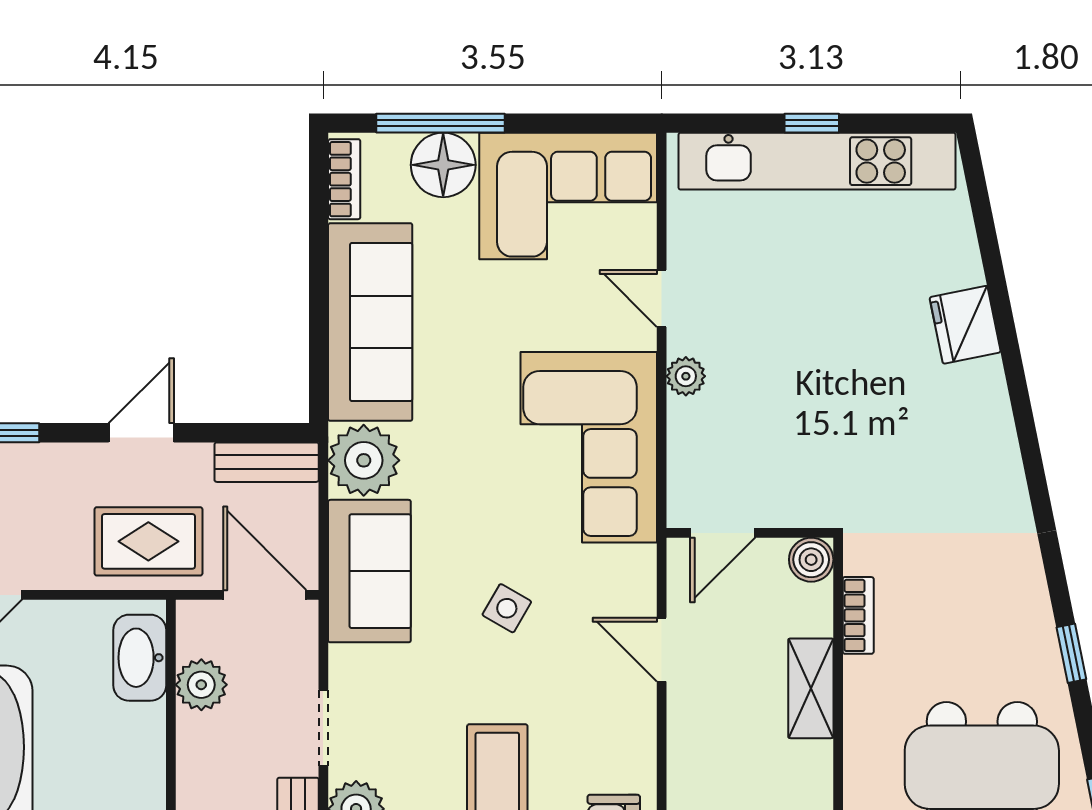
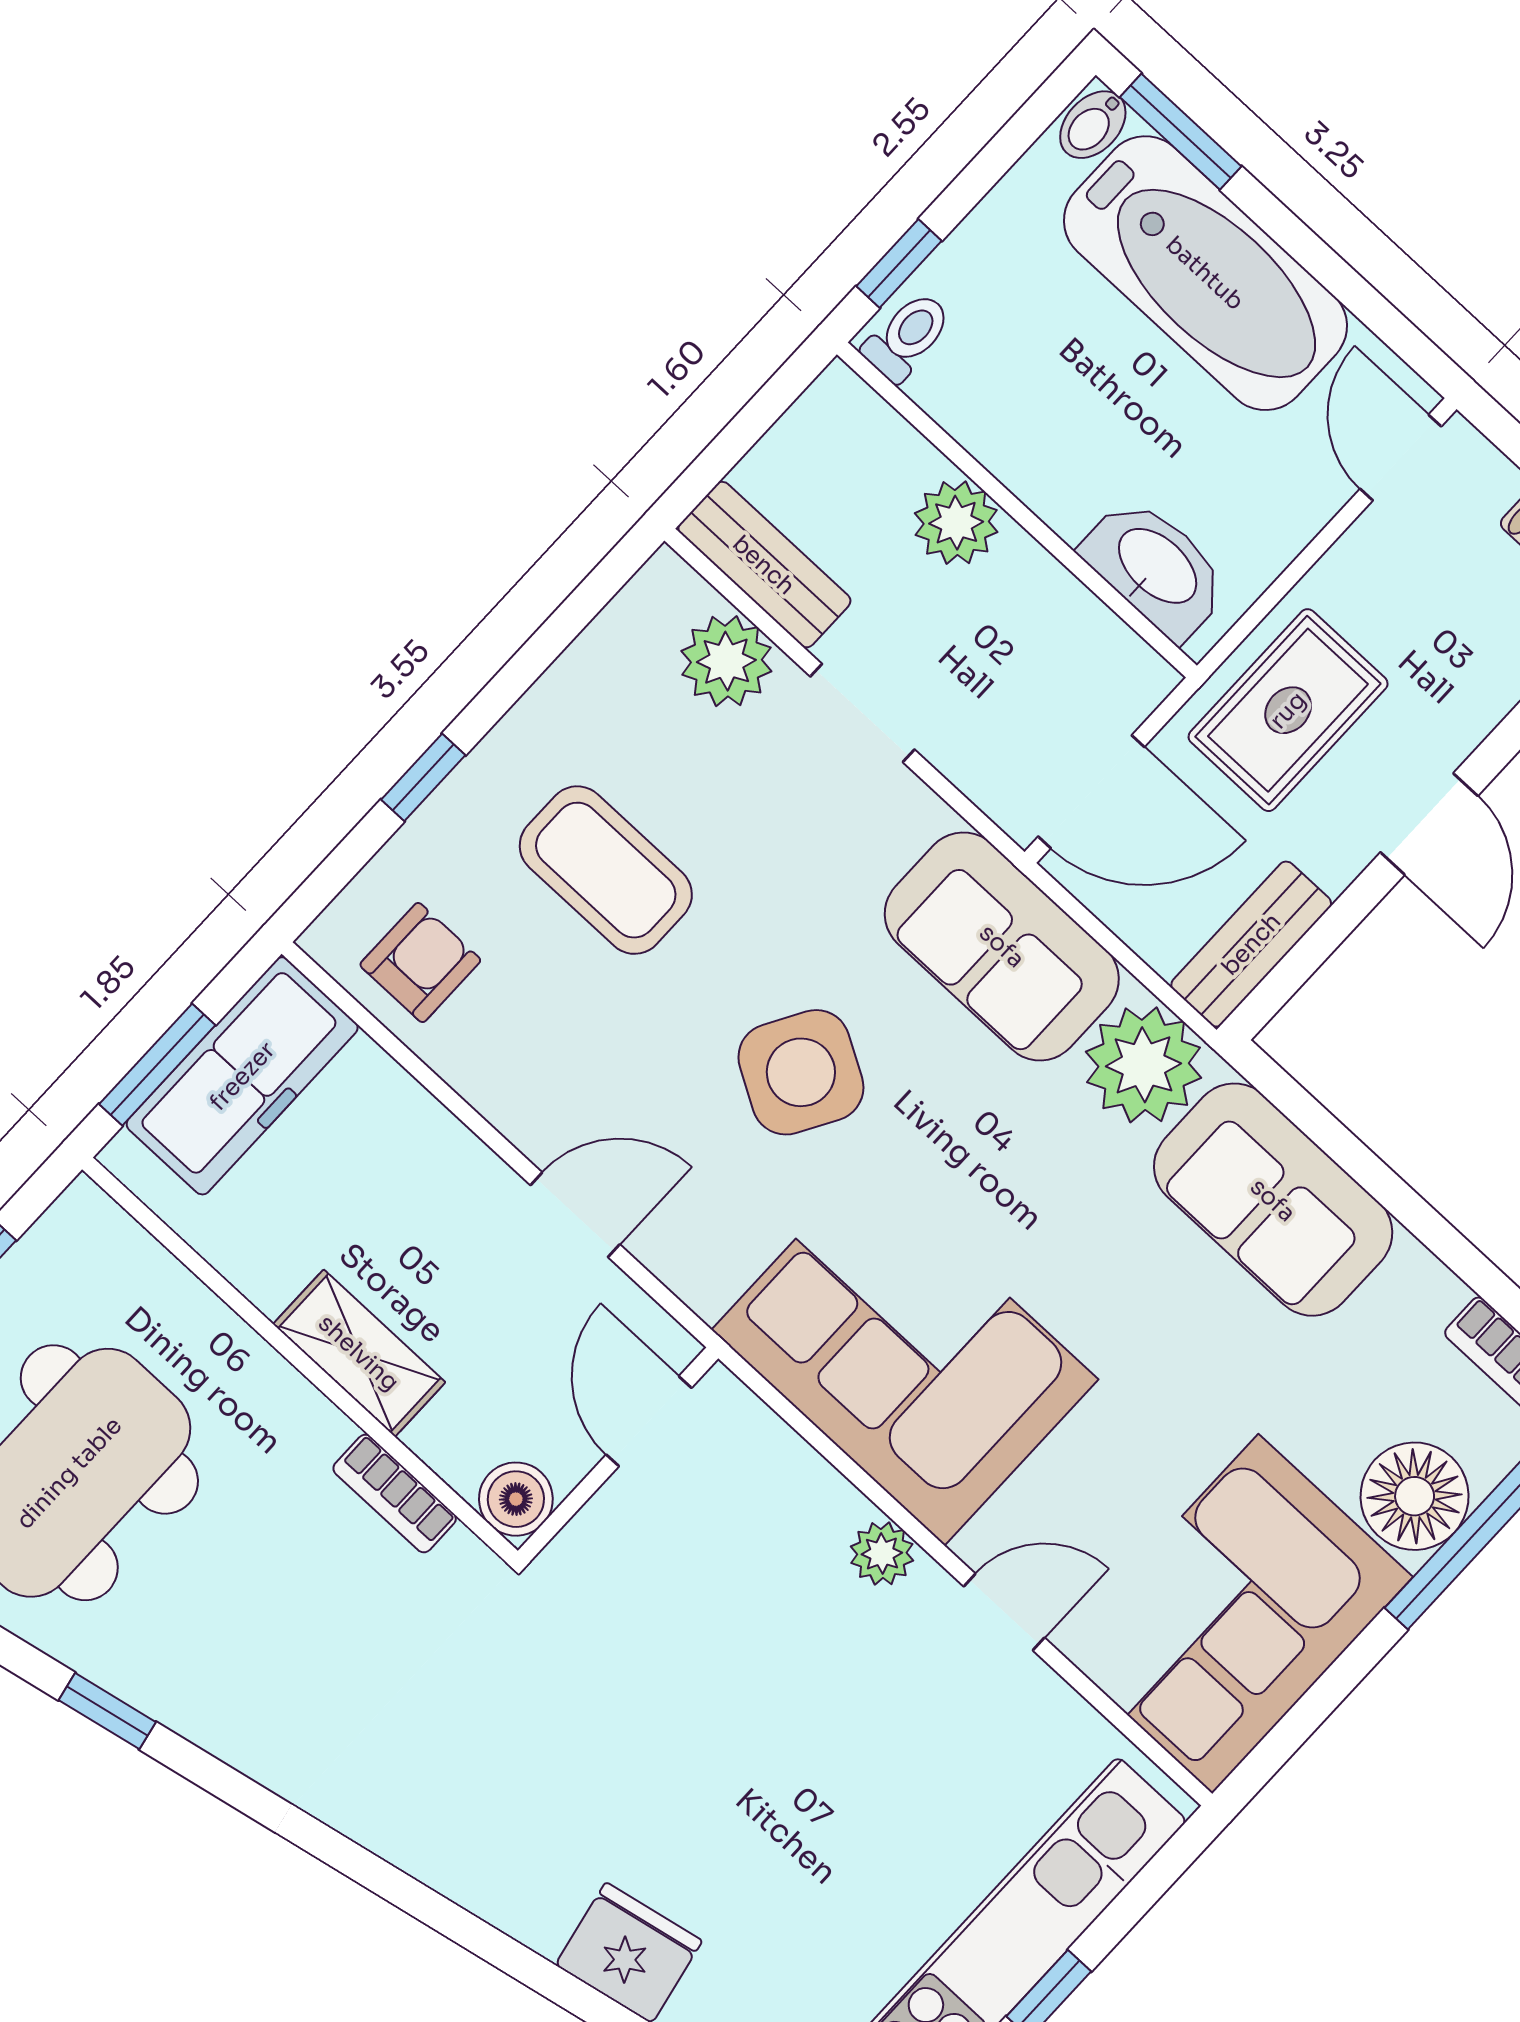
sofa: (370, 322) -> (1273, 1200), width x0.73
side table: (507, 608) -> (801, 1072), width x1.87, depth x1.87
plant: (201, 685) -> (956, 523), moved

